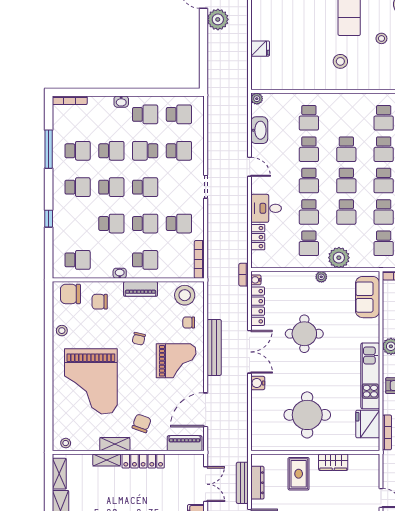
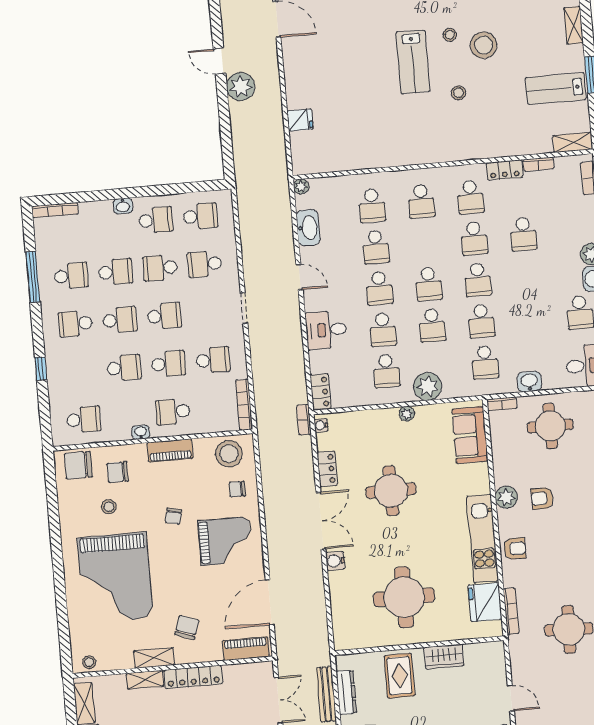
stool: (340, 61) -> (407, 128), removed
school desk: (346, 149) -> (421, 201), moved
school desk: (179, 151) -> (205, 264), turned 180
school desk: (78, 187) -> (75, 324), turned 180
locker: (258, 237) -> (321, 392), moved
school desk: (145, 260) -> (173, 412), turned 180
locker: (258, 306) -> (327, 469), width x0.66
stool: (62, 331) -> (109, 507), moved
bench: (214, 347) -> (274, 519), removed

